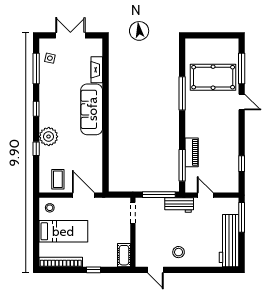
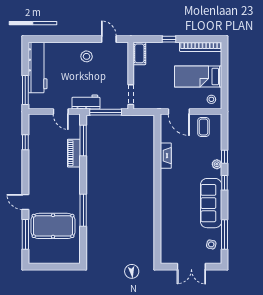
fireplace: (97, 70) -> (166, 156), moved
window: (36, 109) -> (225, 183), moved
sofa: (92, 109) -> (211, 203), moved, turned 180
plant: (49, 137) -> (217, 164), width x0.53, depth x0.53

